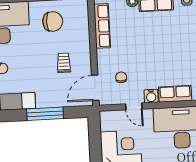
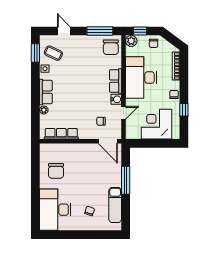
chair: (53, 21) -> (56, 171), turned 180
trolley: (64, 63) -> (88, 164), removed

